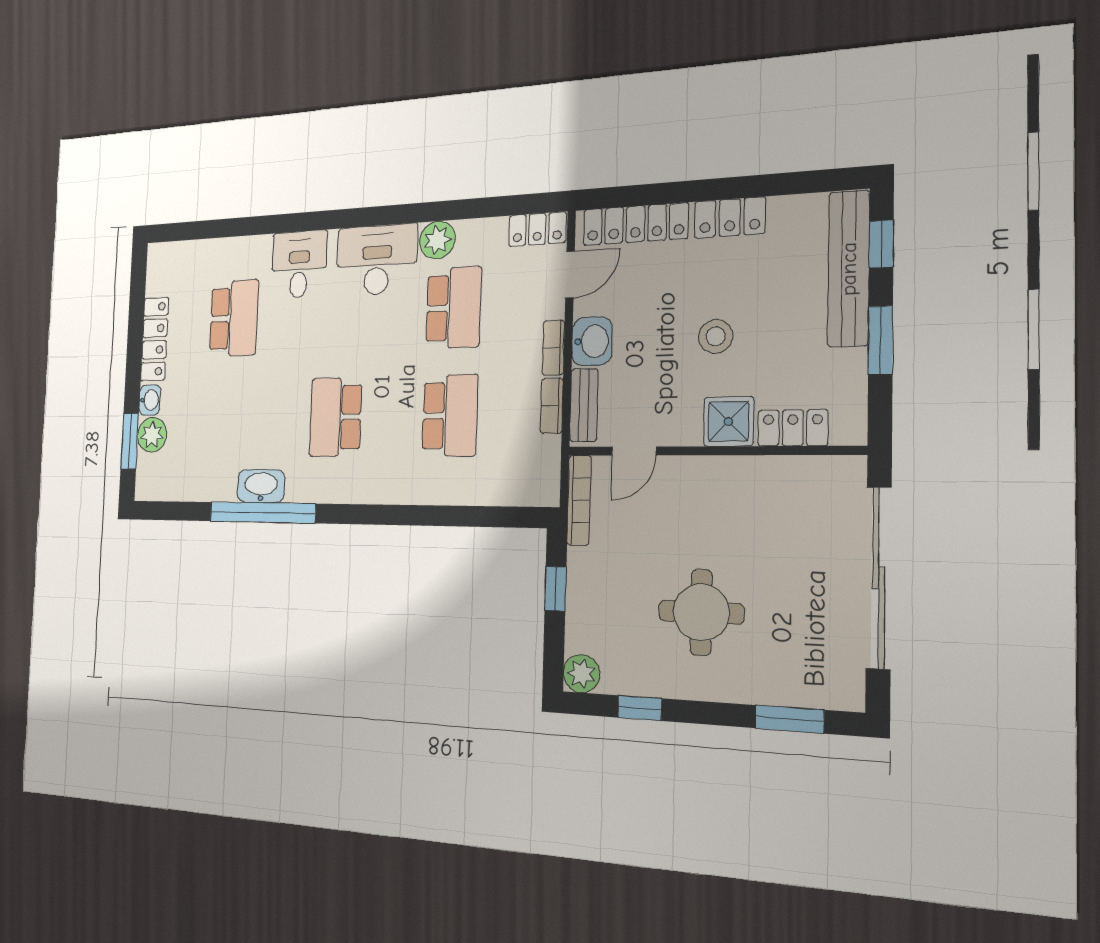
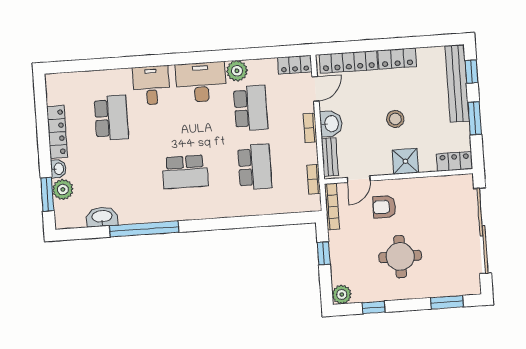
bookcase: (552, 406) -> (314, 179), moved
school desk: (336, 417) -> (185, 172), turned -90
locker: (793, 428) -> (454, 161), moved
washbasin: (261, 486) -> (102, 217), moved
armchair: (679, 509) -> (384, 207), added

